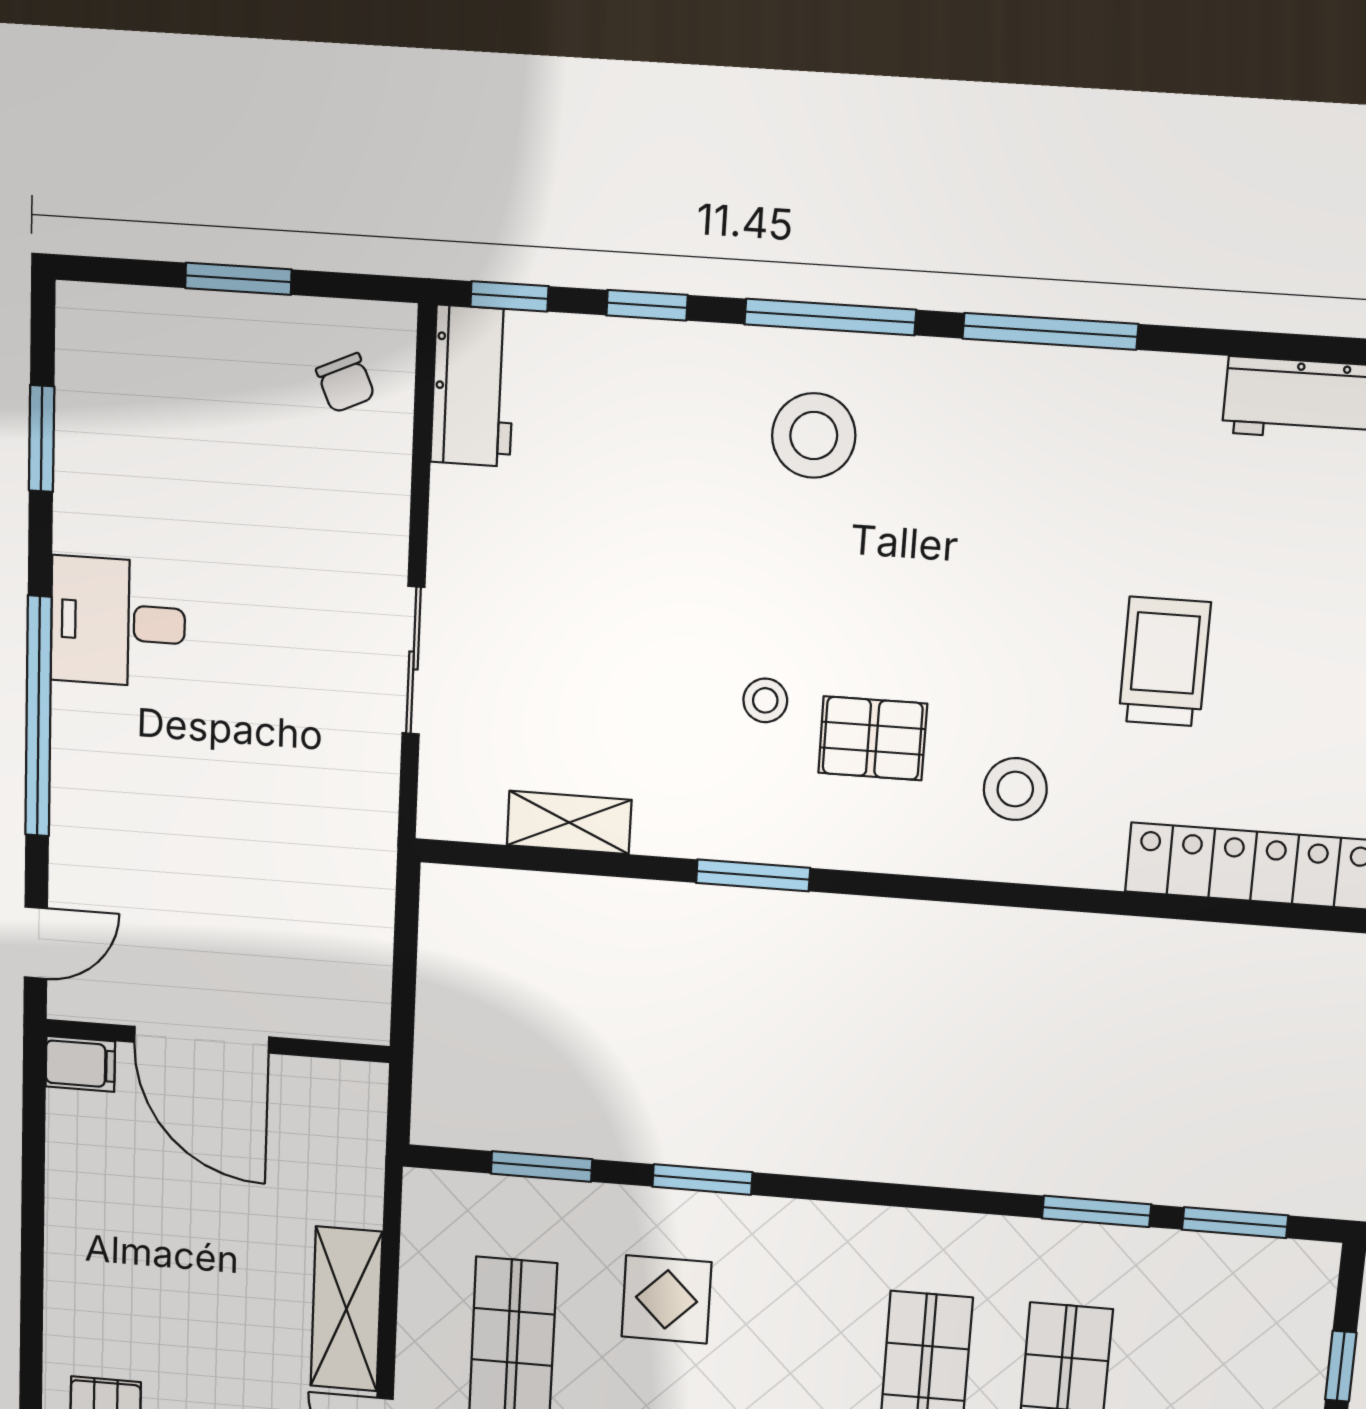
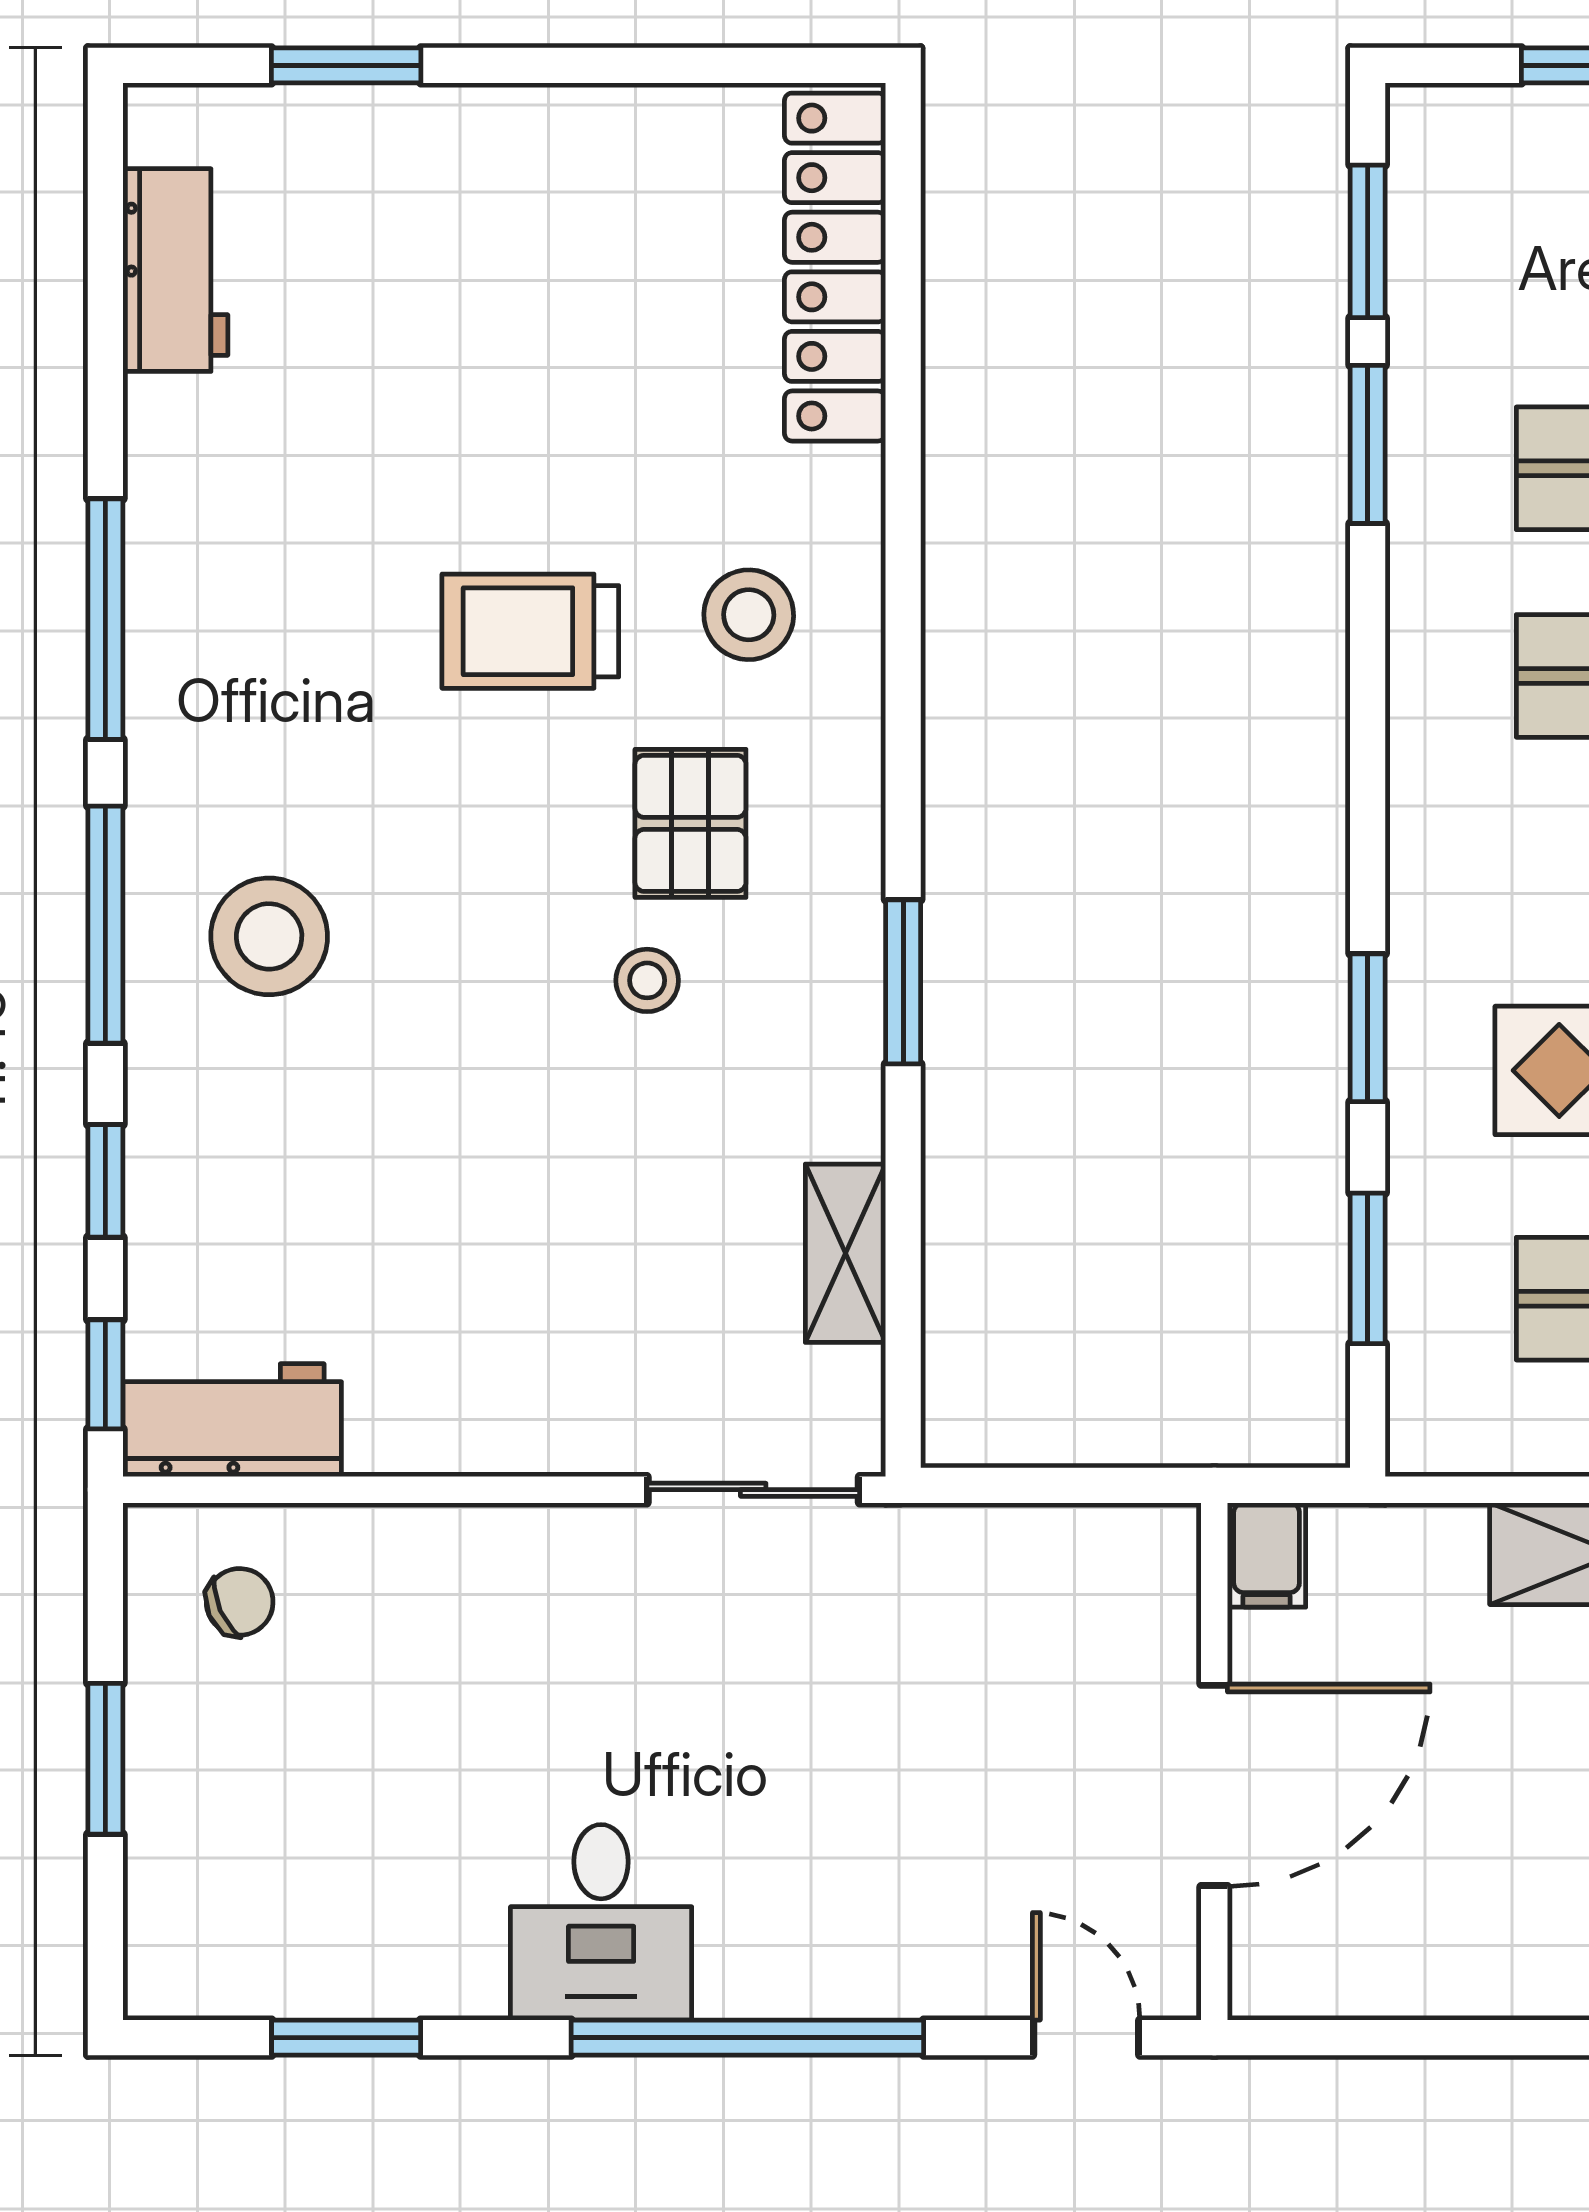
sliding door: (414, 660) -> (753, 1490), moved
trolley: (1165, 662) -> (530, 631), moved
filing cabinet: (80, 1064) -> (1267, 1555), moved, turned 180

